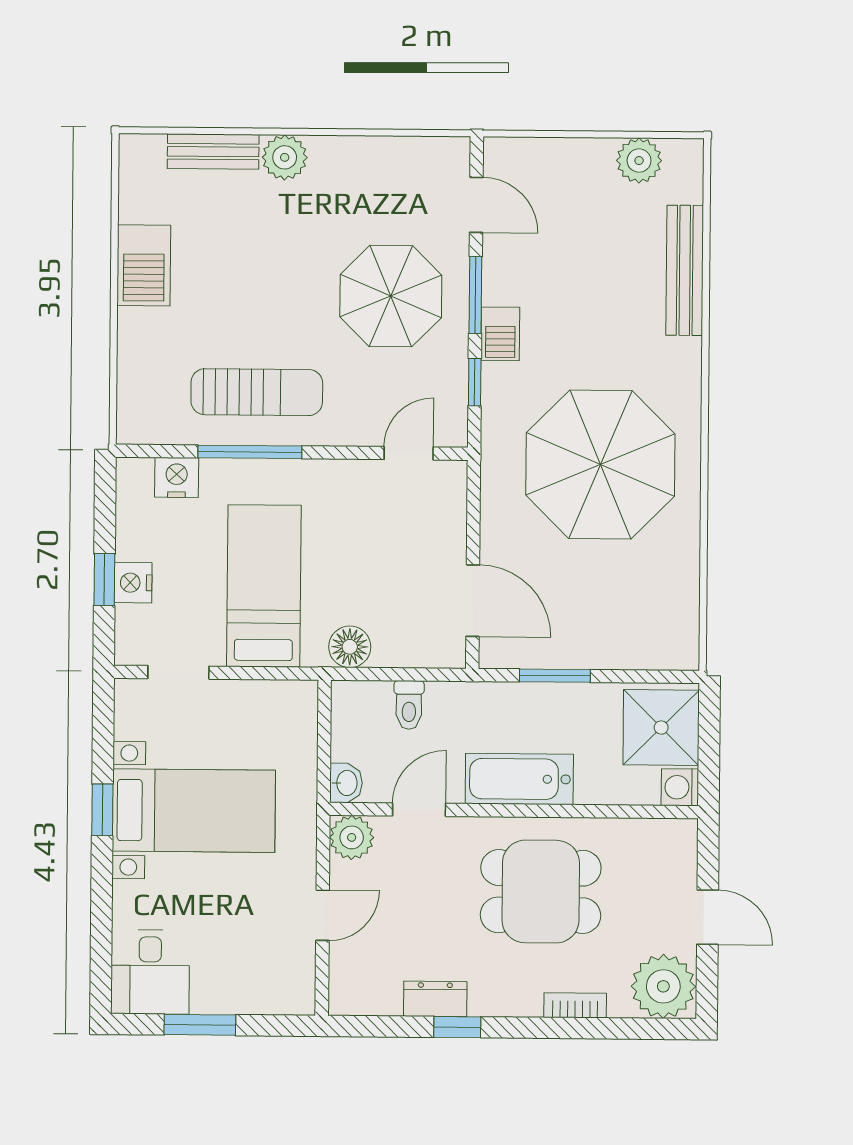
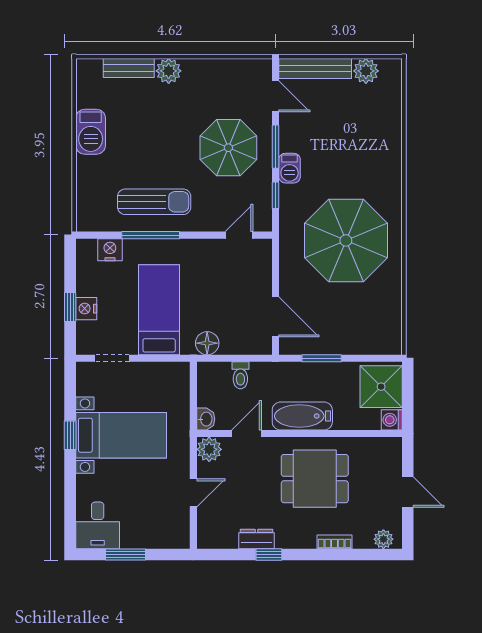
bench: (685, 270) -> (315, 68), moved, turned 90
plant: (663, 986) -> (383, 539), width x0.53, depth x0.53

